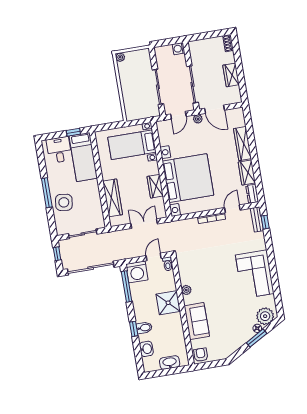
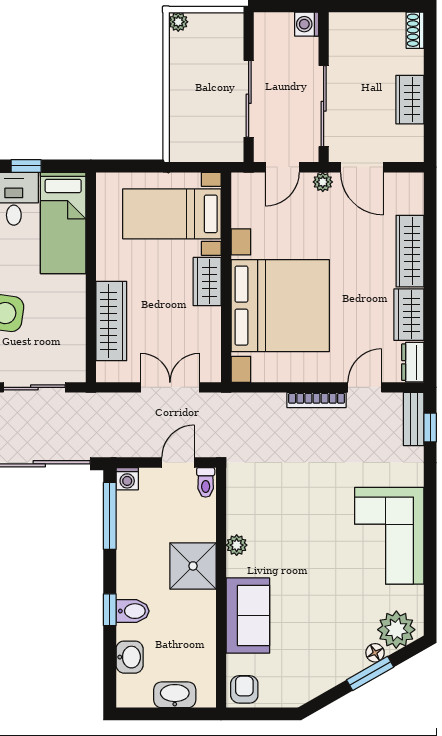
window: (73, 132) -> (26, 166), moved
wardrobe: (155, 186) -> (207, 282), moved
washing machine: (137, 272) -> (127, 479), width x0.53, depth x0.53

